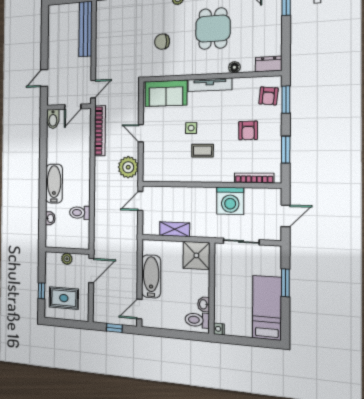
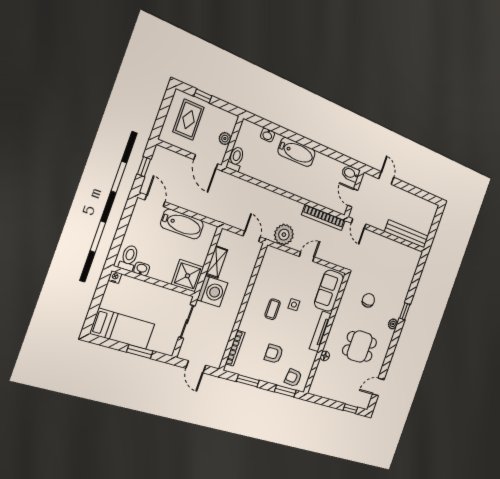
dresser: (269, 64) -> (316, 384), removed
washing machine: (230, 201) -> (212, 291), moved, turned 180
toilet: (80, 213) -> (236, 159), moved

